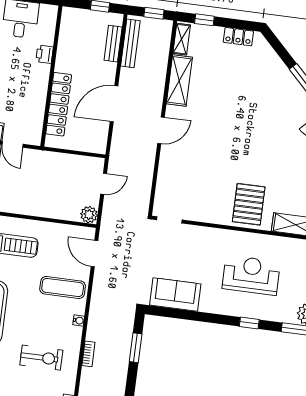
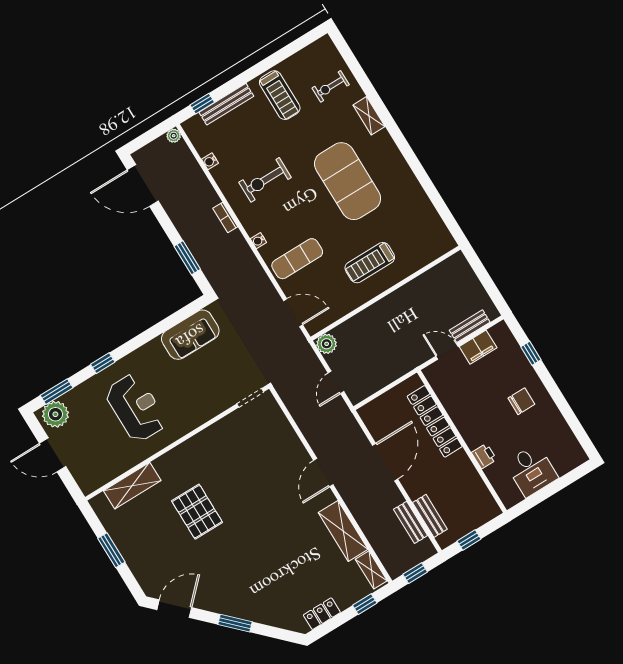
bench: (130, 43) -> (411, 522), width x0.73
pallet: (249, 204) -> (197, 512), moved
reception desk: (251, 275) -> (136, 408), turned -90

